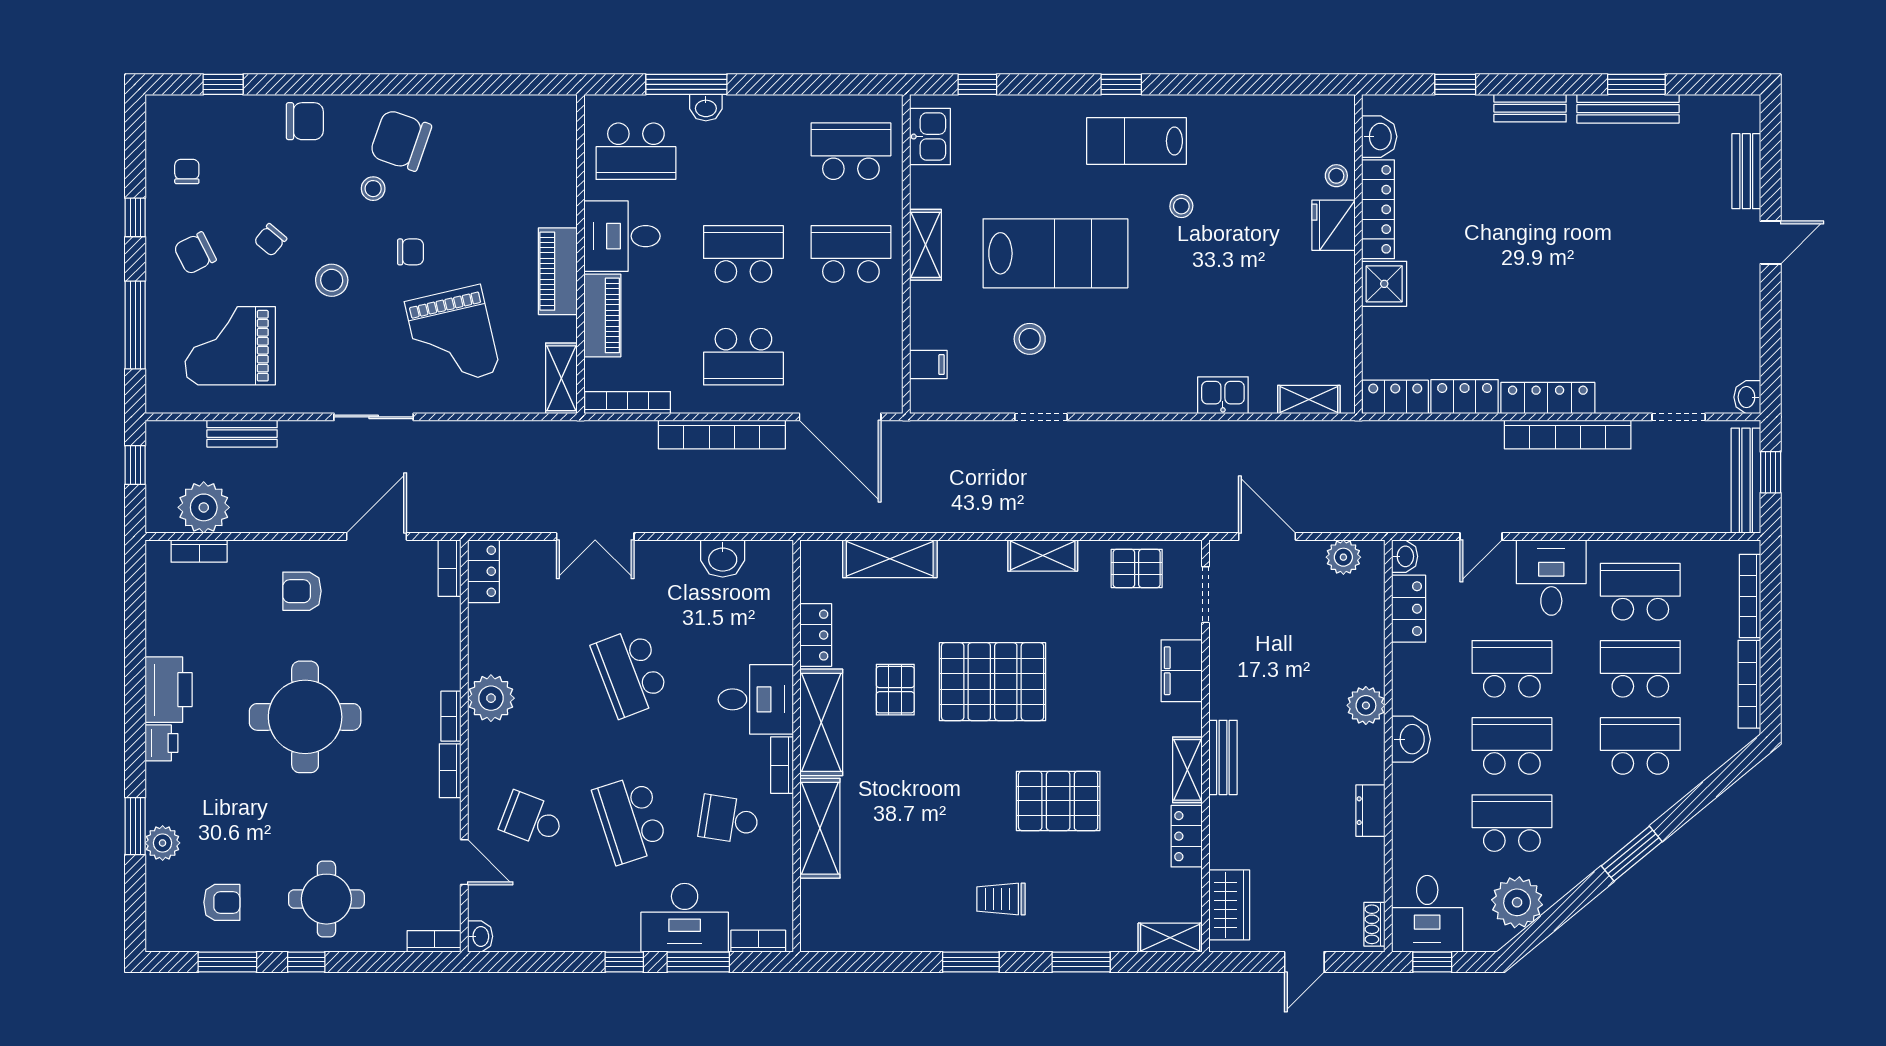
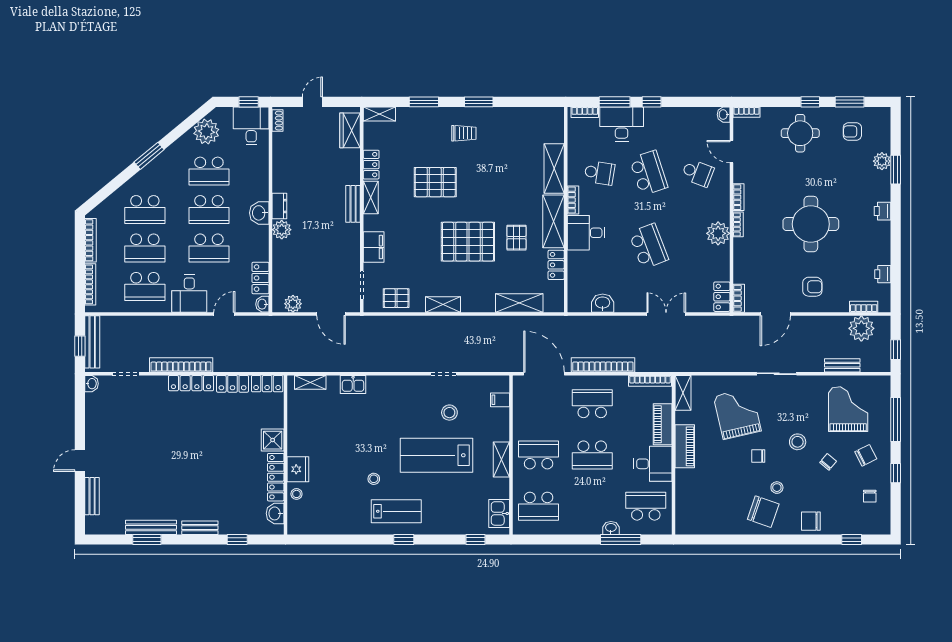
school desk: (851, 254) -> (539, 455), turned 180
grand piano: (230, 346) -> (848, 409), turned -90
printer: (169, 690) -> (883, 274), moved, width x0.53, depth x0.68
dresser: (1370, 811) -> (279, 206), moved

